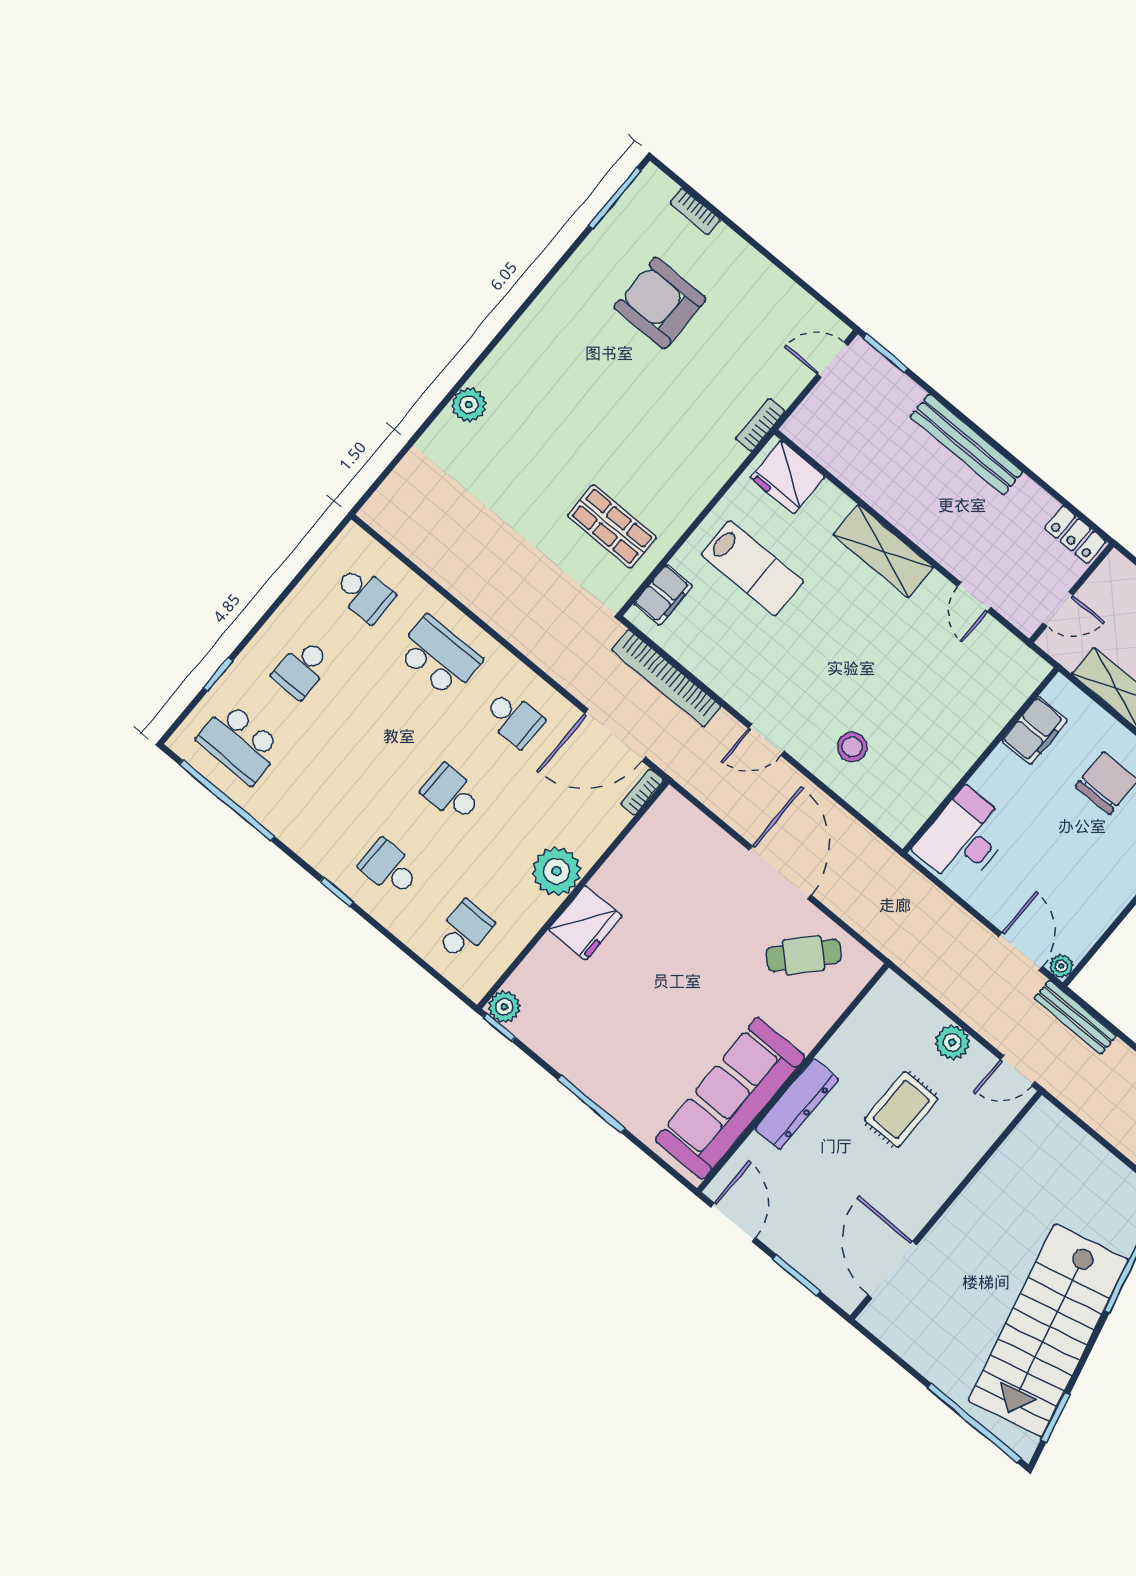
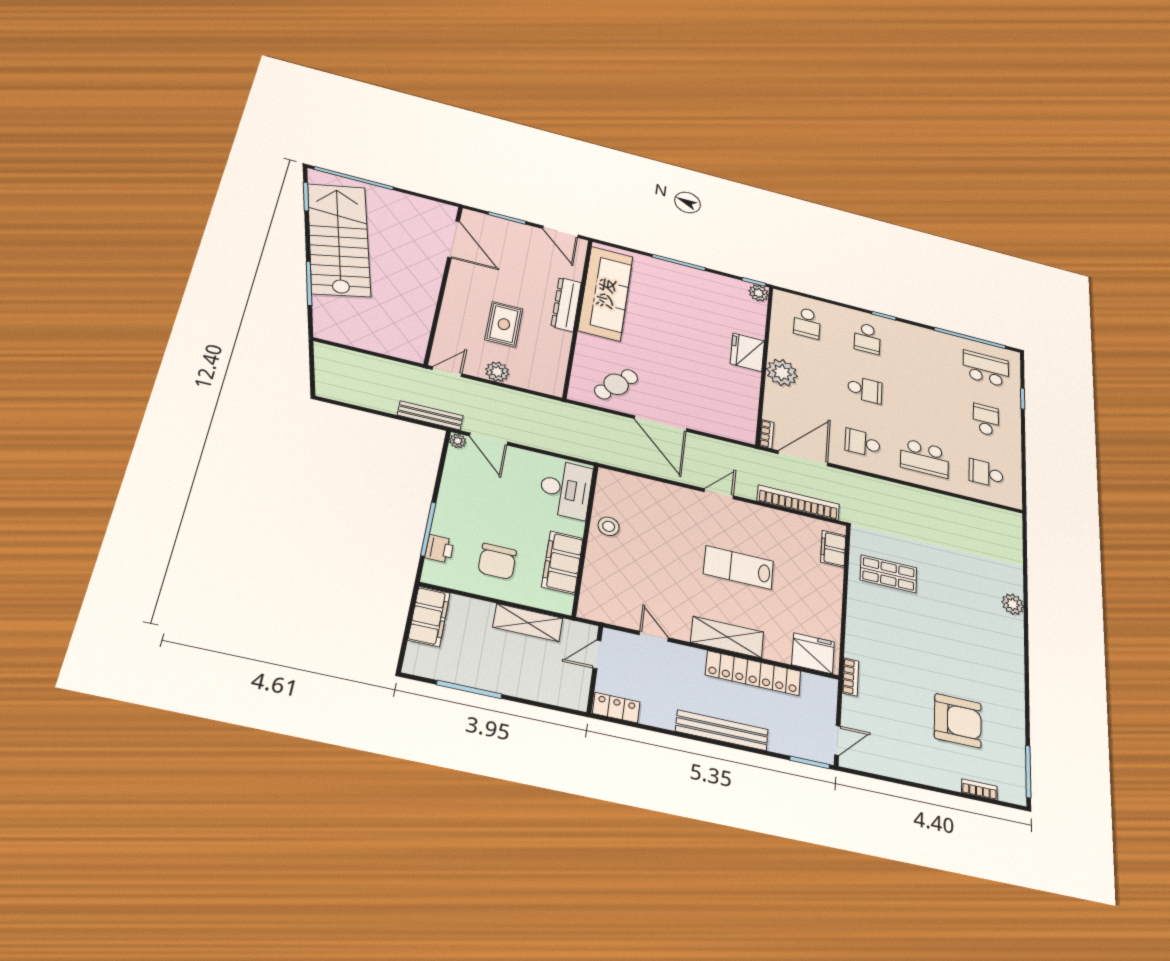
locker: (881, 491) -> (753, 673), added
lab bench: (752, 568) -> (739, 567), moved
filing cabinet: (1035, 731) -> (563, 562), width x1.50, depth x1.17
stool: (852, 747) -> (609, 526), moved
school desk: (389, 868) -> (867, 338), turned 90

